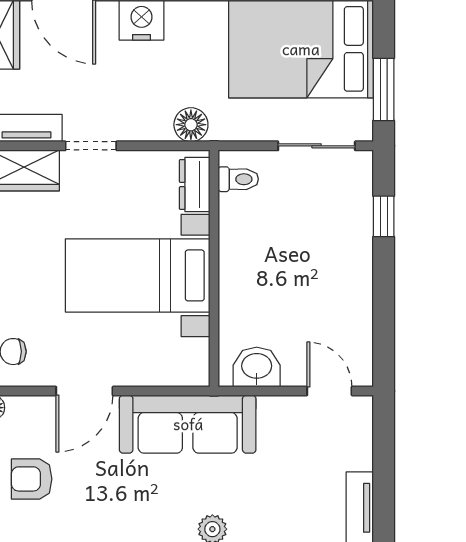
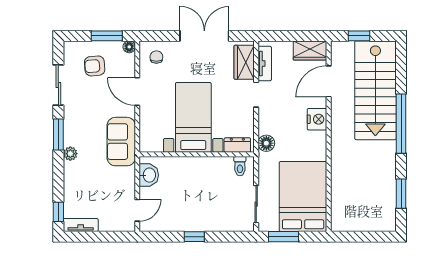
window: (384, 216) -> (194, 237), moved
sofa: (188, 424) -> (121, 142), width x0.73
armchair: (32, 479) -> (95, 66), turned -95

